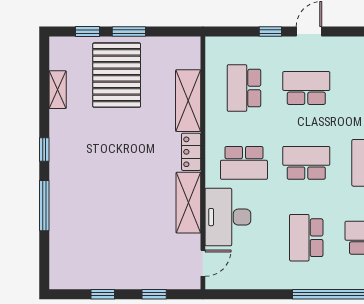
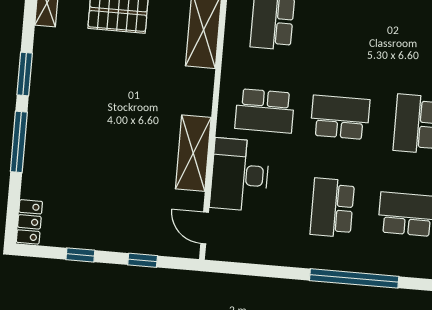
school desk: (306, 88) -> (348, 27), removed
window: (44, 149) -> (25, 74), width x1.50
locker: (191, 152) -> (29, 222), moved, turned 180
door: (203, 263) -> (205, 228), swing flipped

